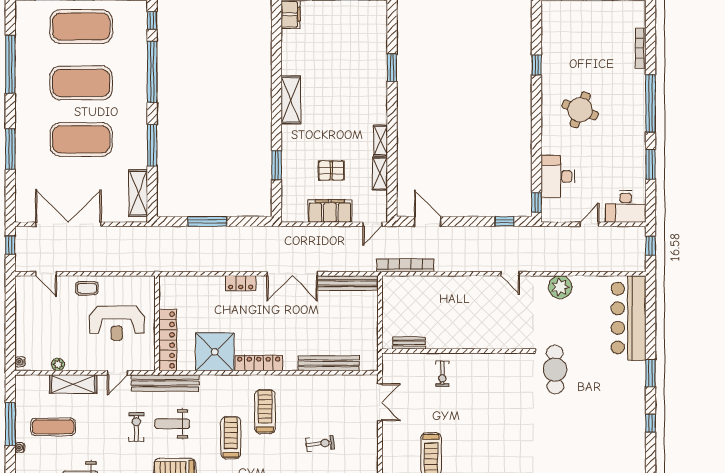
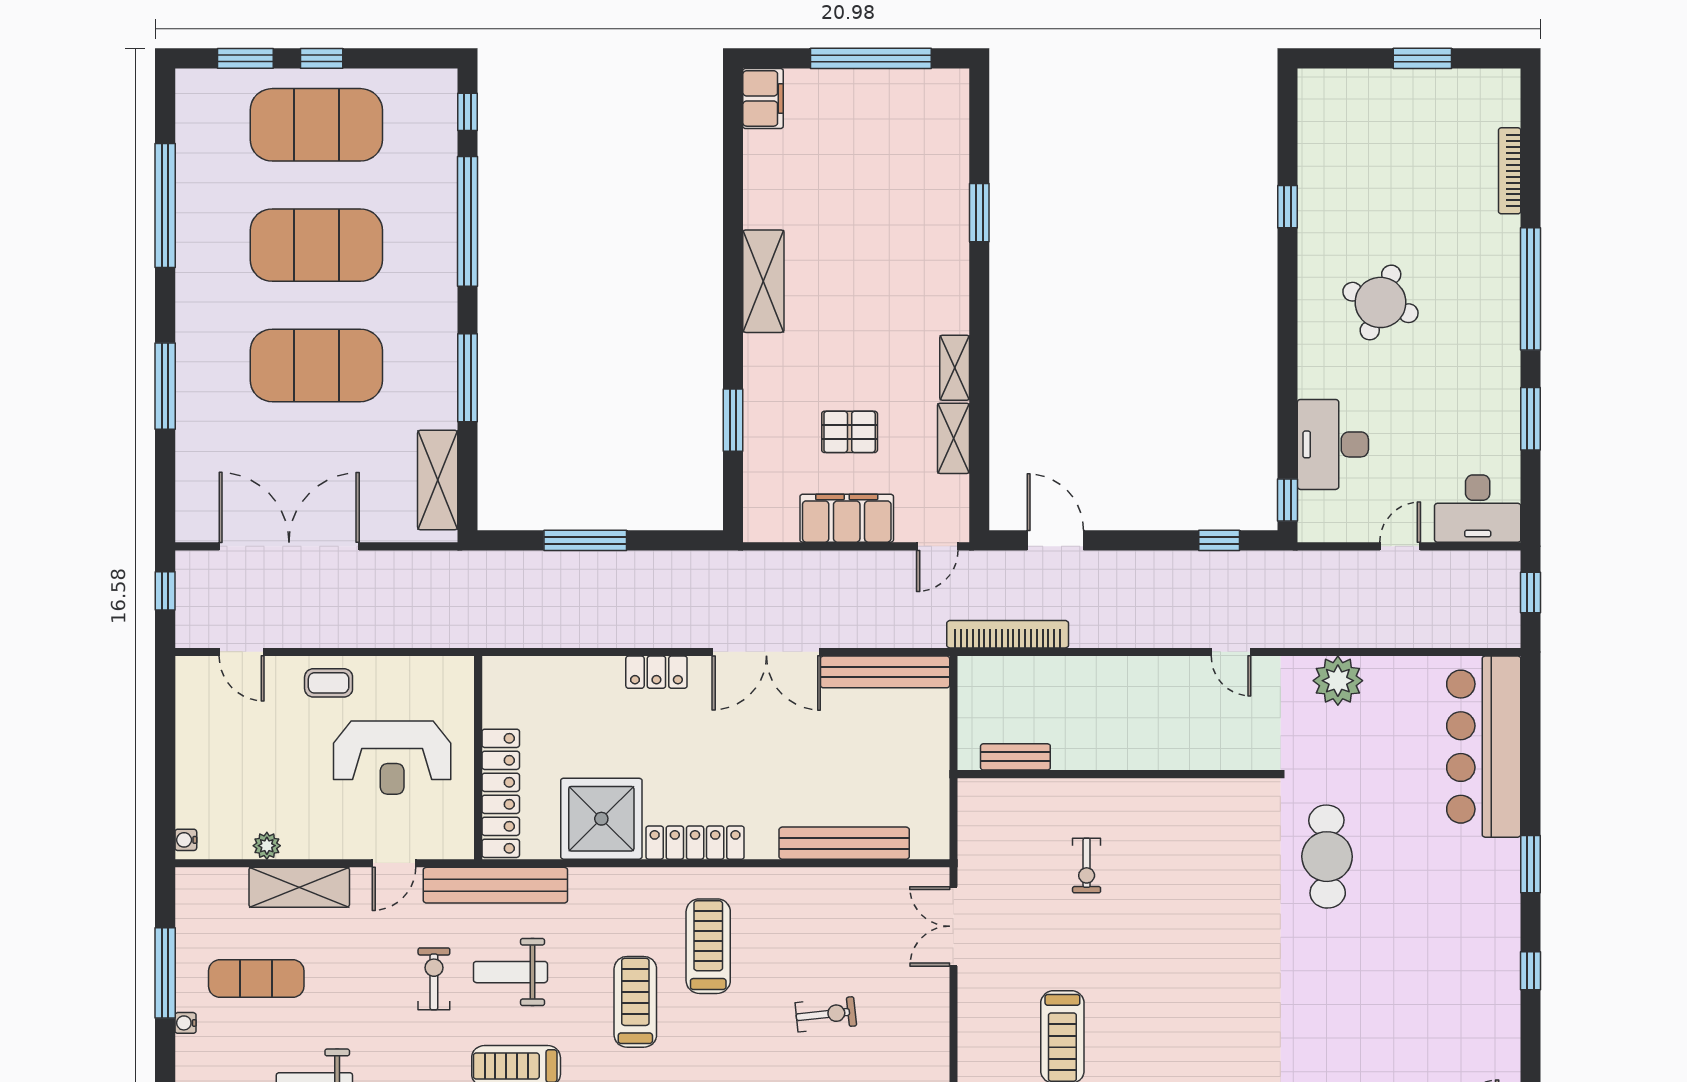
bench: (409, 343) -> (1015, 757), moved
wall: (457, 351) -> (1117, 774), moved
double door: (380, 402) -> (953, 926), swing flipped

